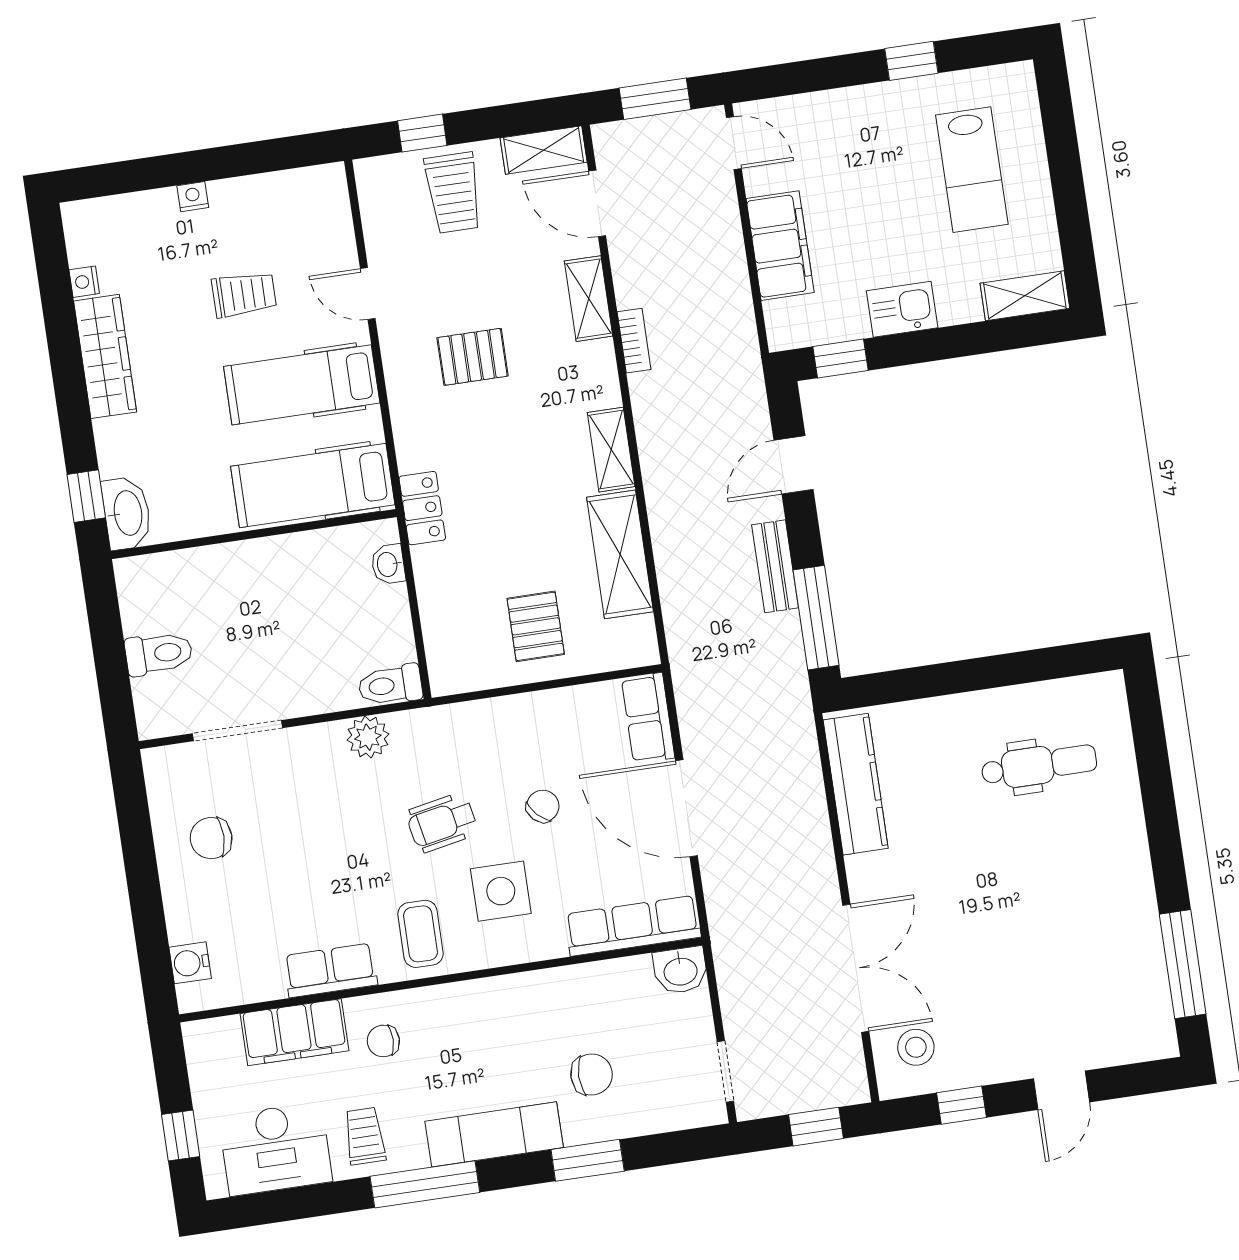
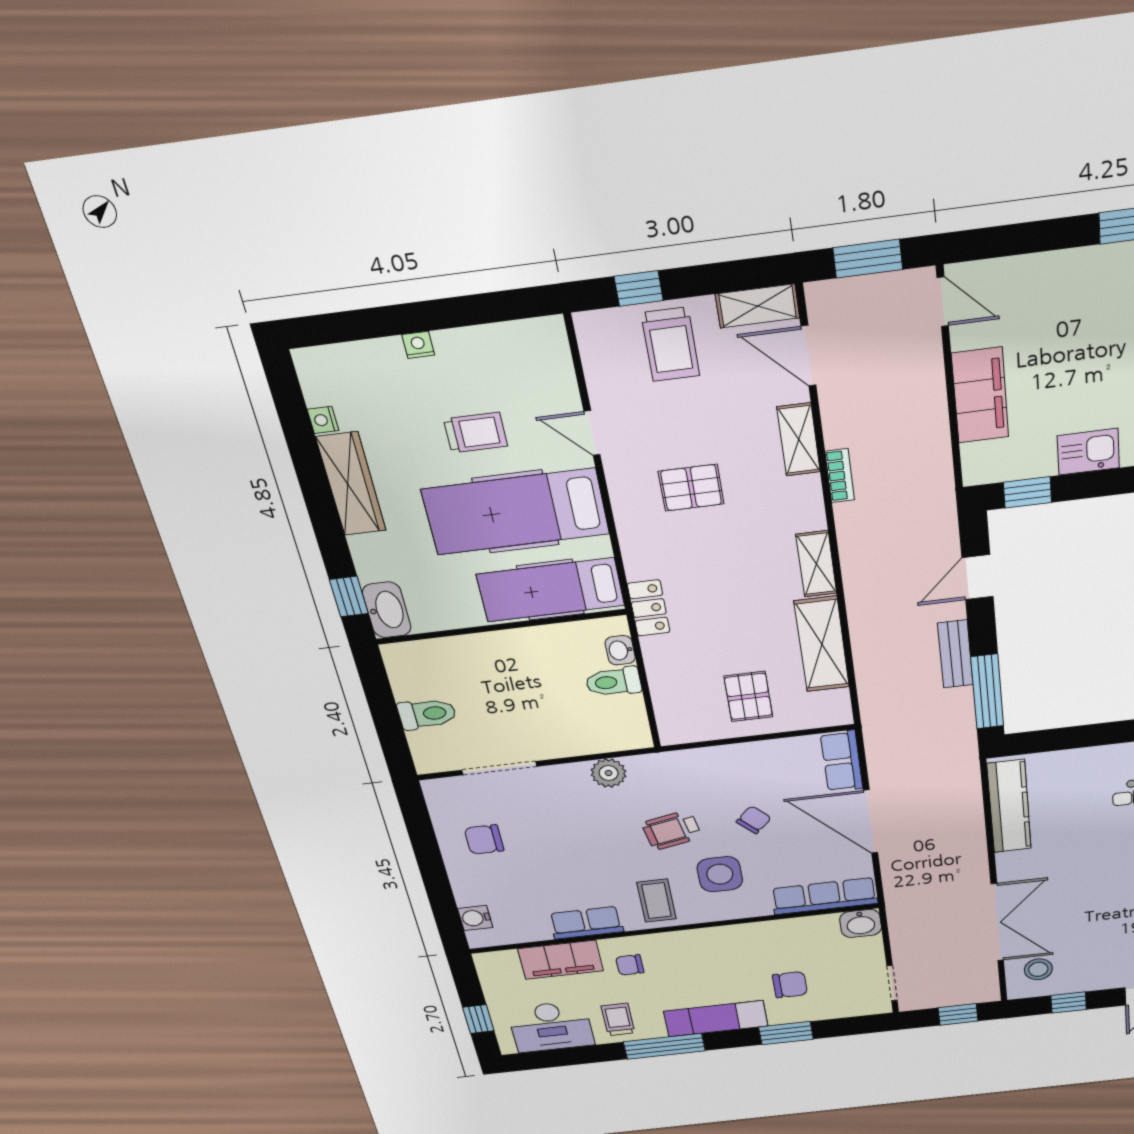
hospital bed: (302, 385) -> (516, 512), width x1.37, depth x1.29
toilet: (390, 685) -> (613, 682), moved

